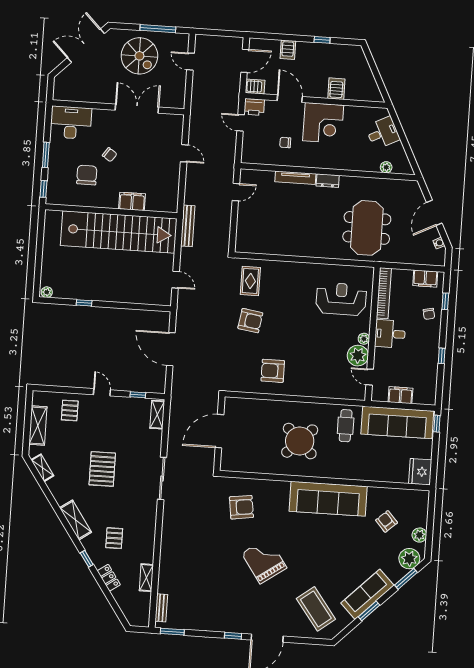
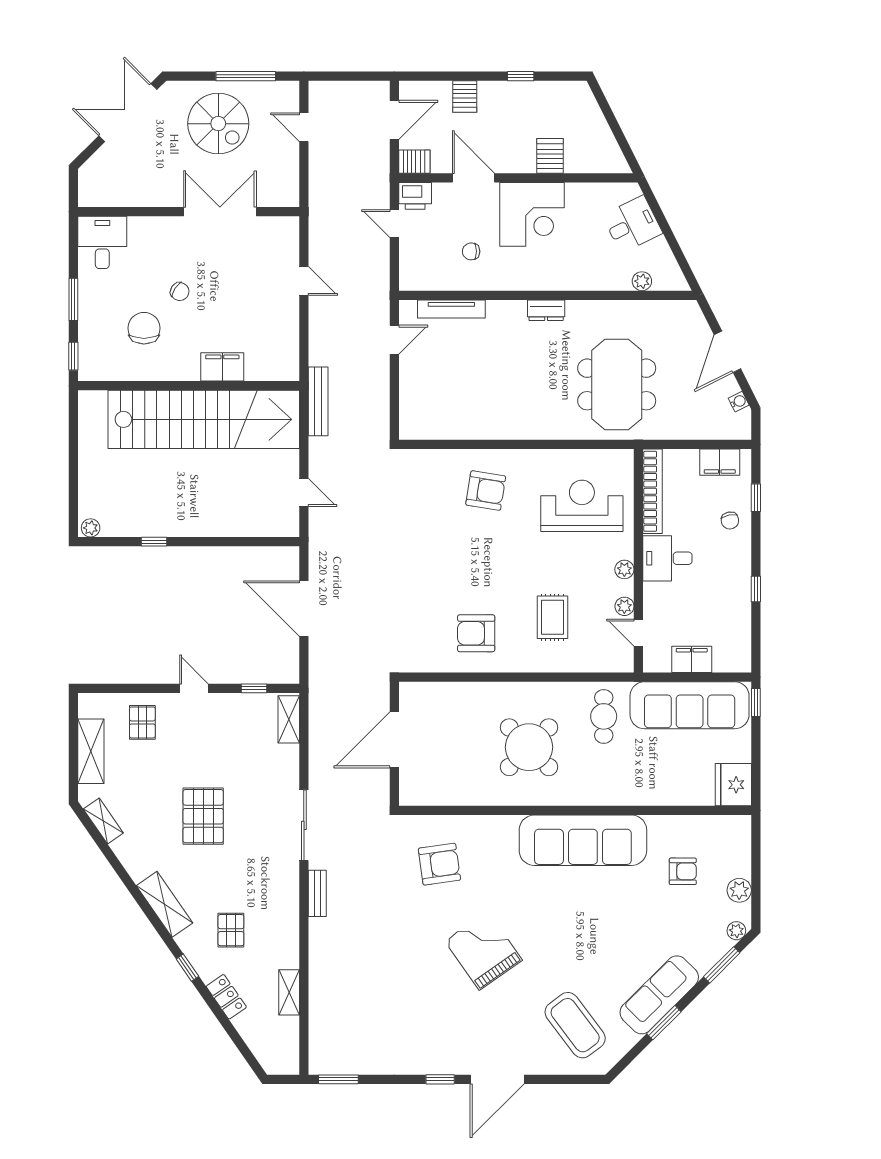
desk: (71, 123) -> (102, 242), width x0.73
tv unit: (295, 178) -> (451, 309), moved
rug: (250, 281) -> (552, 617), moved
armchair: (250, 321) -> (486, 491), moved
plant: (358, 356) -> (624, 606), width x0.53, depth x0.53
armchair: (387, 521) -> (683, 871), turned 132
plant: (409, 559) -> (736, 931), width x0.53, depth x0.53
bench: (161, 608) -> (317, 893), moved

